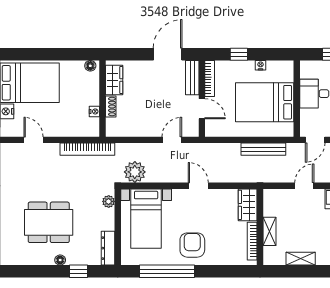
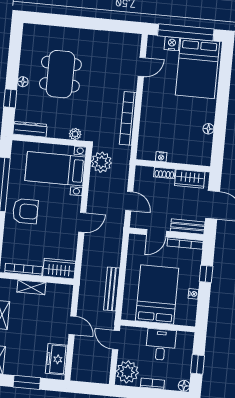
wardrobe: (114, 80) -> (190, 179), moved
wall: (102, 99) -> (173, 166), moved
shoe rack: (111, 107) -> (164, 173), moved
nightstand: (94, 111) -> (161, 157), moved

